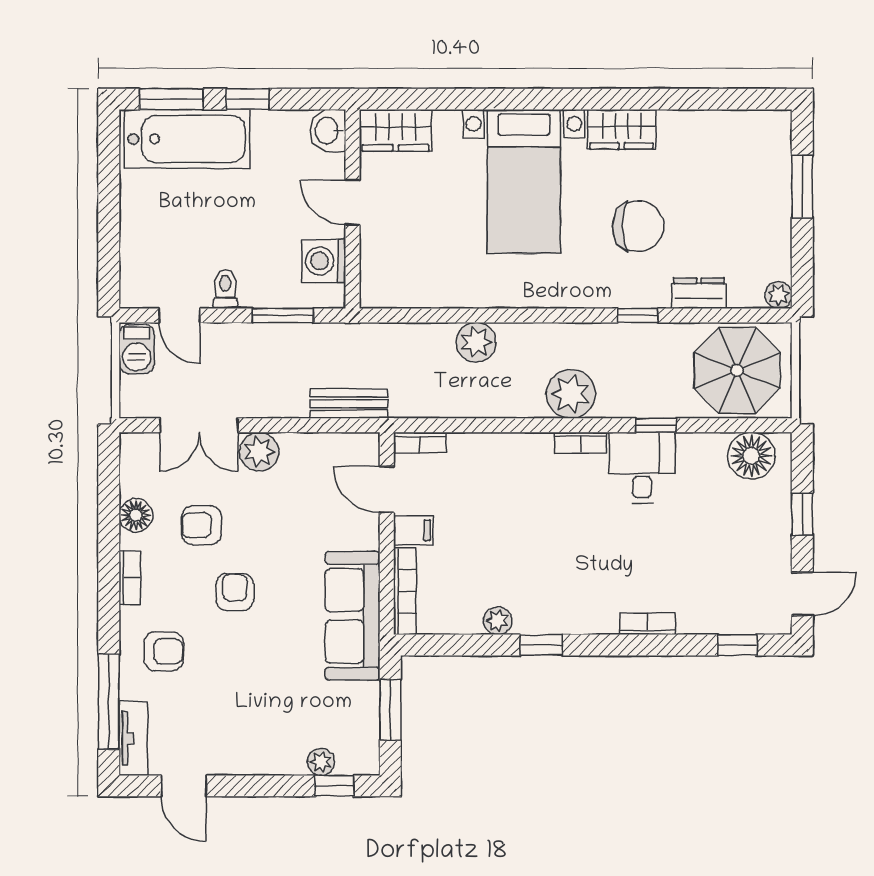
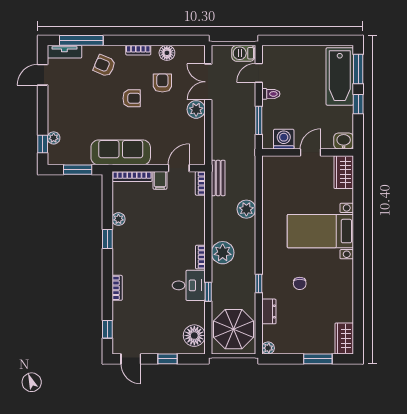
wardrobe: (622, 129) -> (344, 339), moved
chair: (638, 226) -> (300, 283), width x0.54, depth x0.54
bench: (349, 404) -> (218, 178), moved
armchair: (164, 651) -> (104, 66), turned 113

